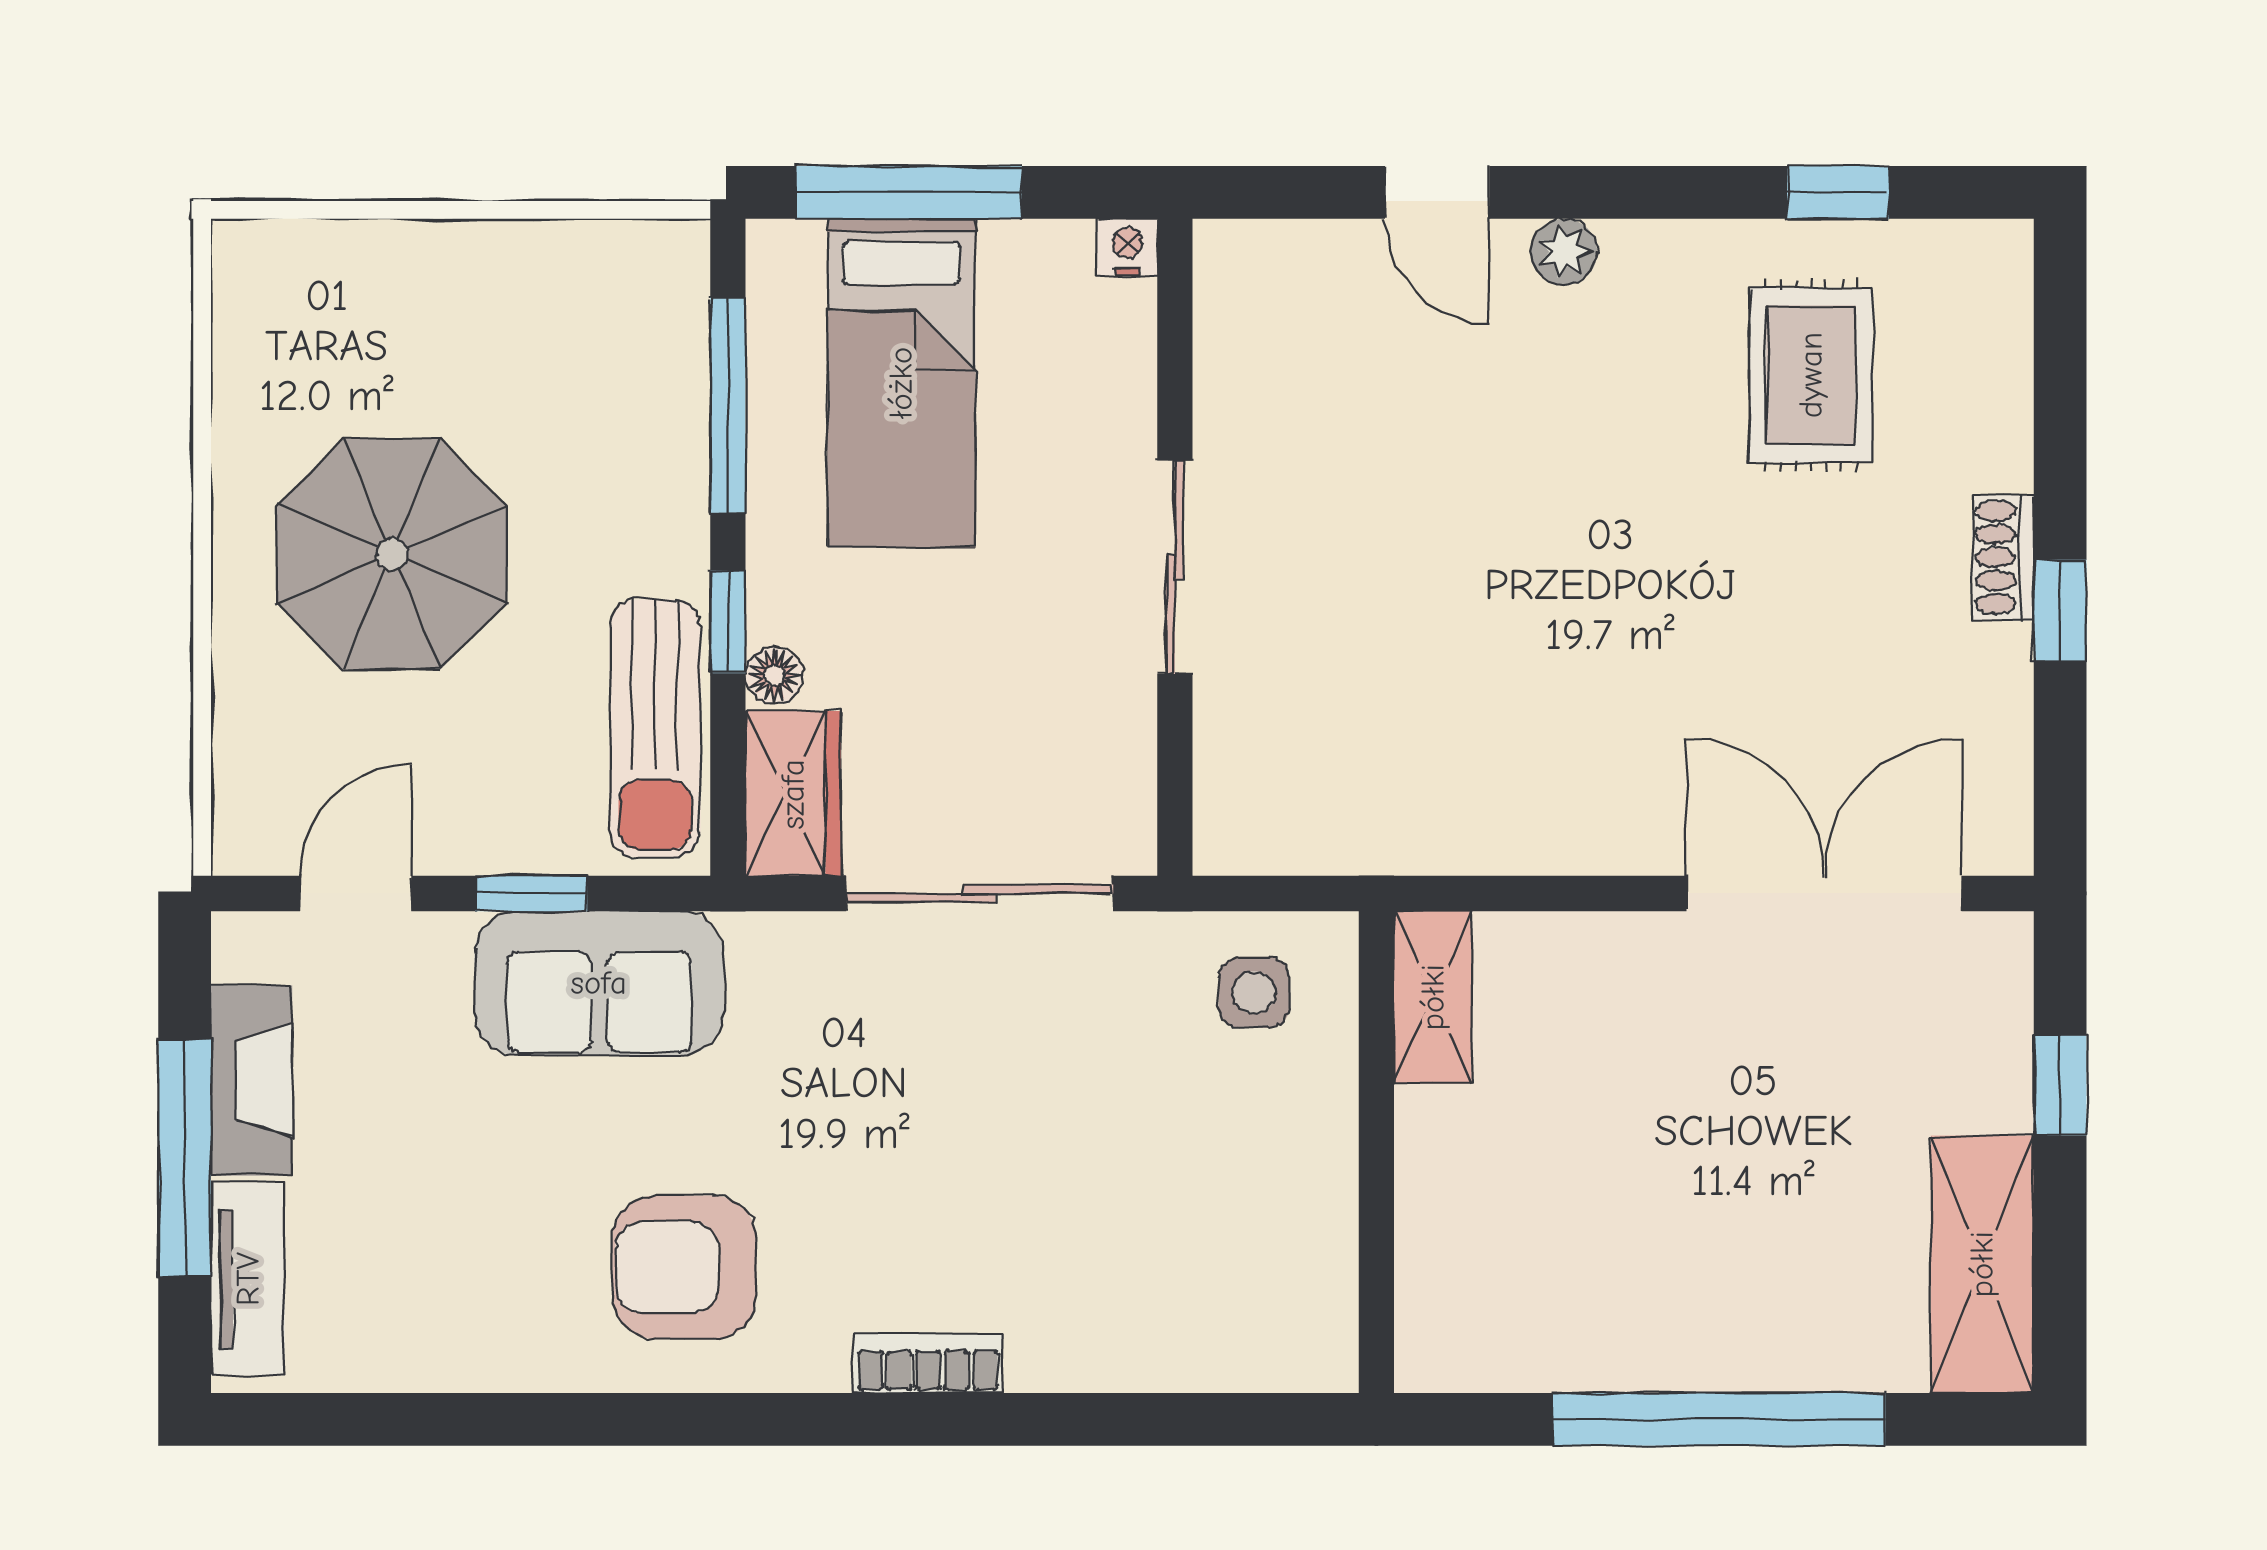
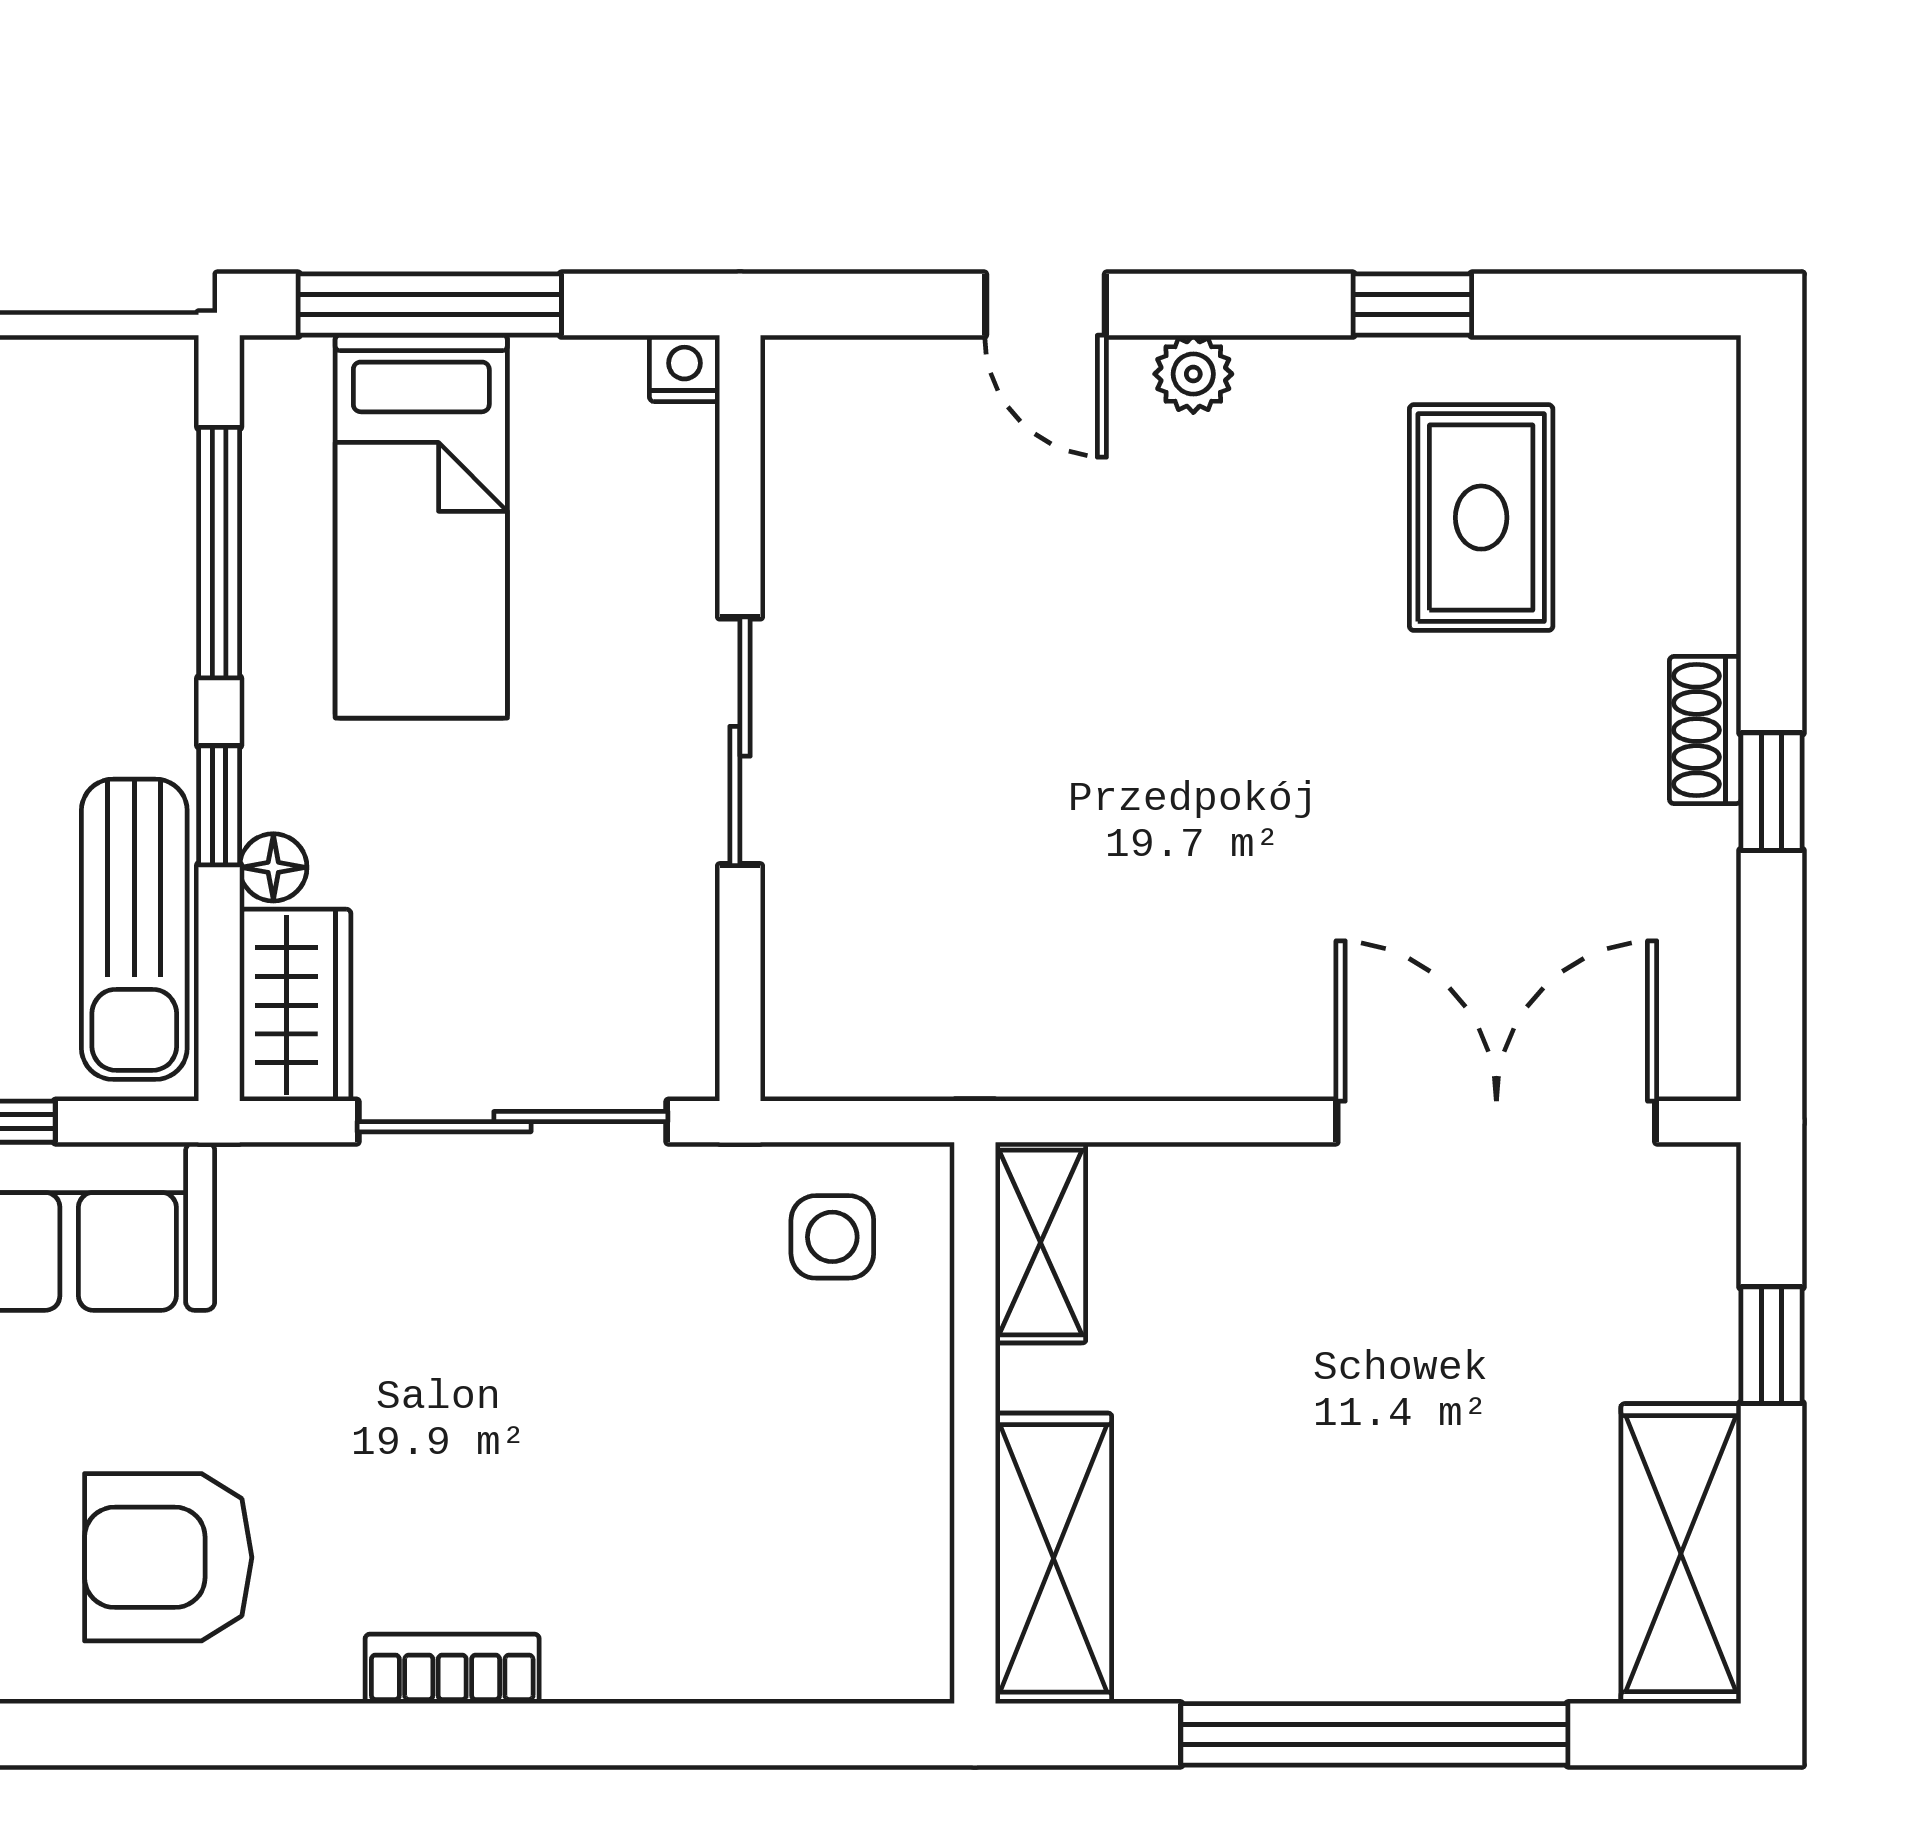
window: (1838, 192) -> (1412, 305), moved
shelving: (1444, 1268) -> (1053, 1558), added

